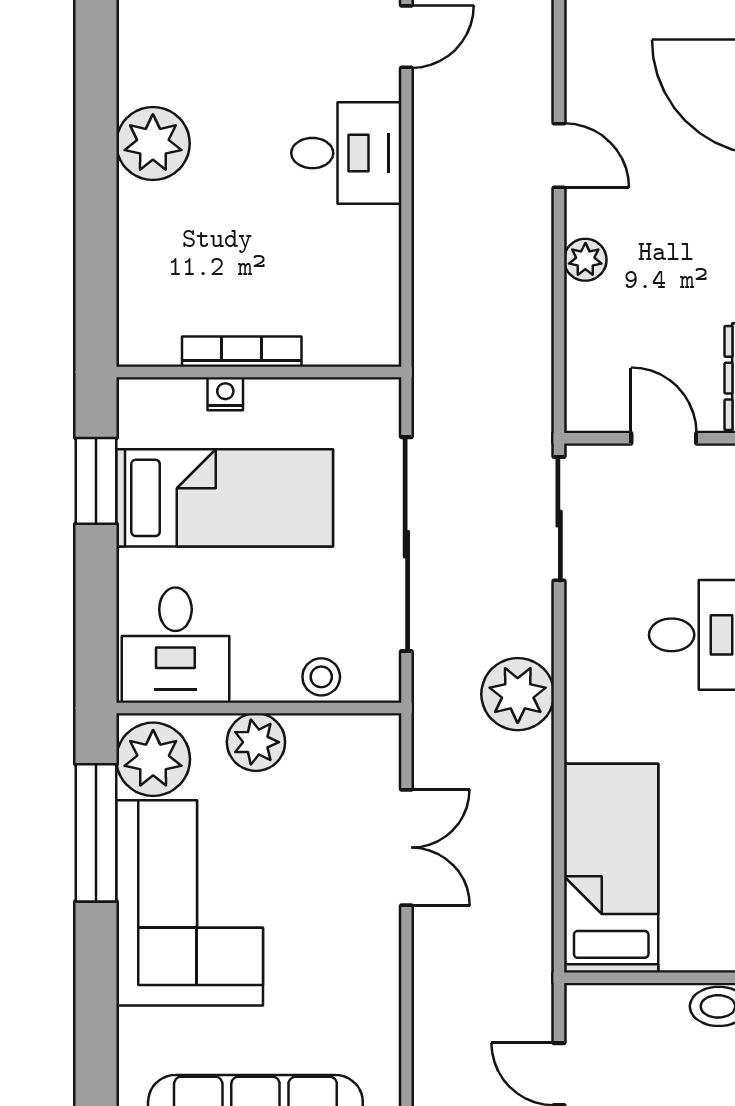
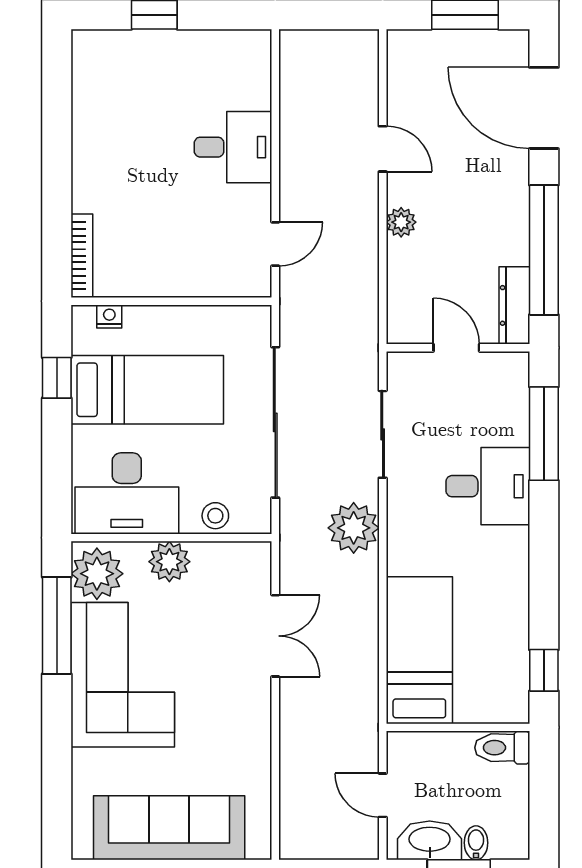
door: (406, 37) -> (275, 244), moved
plant: (153, 143) -> (97, 140), removed
bookcase: (242, 352) -> (82, 256), moved, turned 90
nightstand: (225, 394) -> (109, 317), moved
window: (96, 481) -> (57, 378), width x0.67
sliding door: (559, 519) -> (383, 434), moved
desk: (175, 645) -> (127, 493), width x1.37

